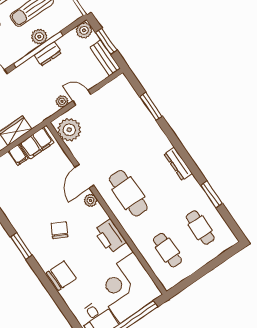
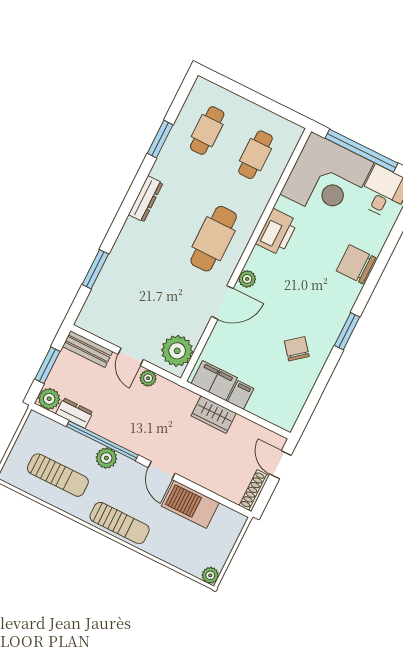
plant: (39, 37) -> (106, 458), moved
dresser: (48, 54) -> (74, 413), moved
bench: (105, 58) -> (88, 349), moved, turned 90
chair: (59, 230) -> (297, 349), moved, turned 113

